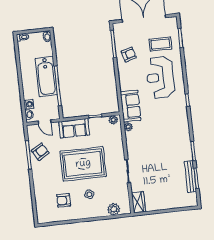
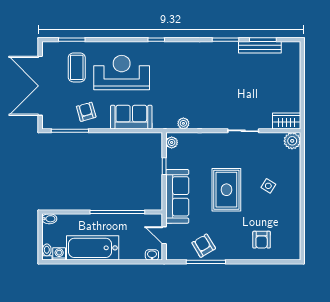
bathtub: (46, 77) -> (93, 248), moved, turned 180
reception desk: (160, 77) -> (122, 73), turned 180
washing machine: (29, 104) -> (59, 254), moved
sofa: (131, 106) -> (131, 117), moved
door: (45, 122) -> (164, 235), swing flipped
sofa: (74, 128) -> (177, 196), width x1.36
rug: (83, 164) -> (226, 190), width x0.73, depth x0.69
armchair: (64, 200) -> (262, 240), moved
plant: (114, 209) -> (292, 141), moved

